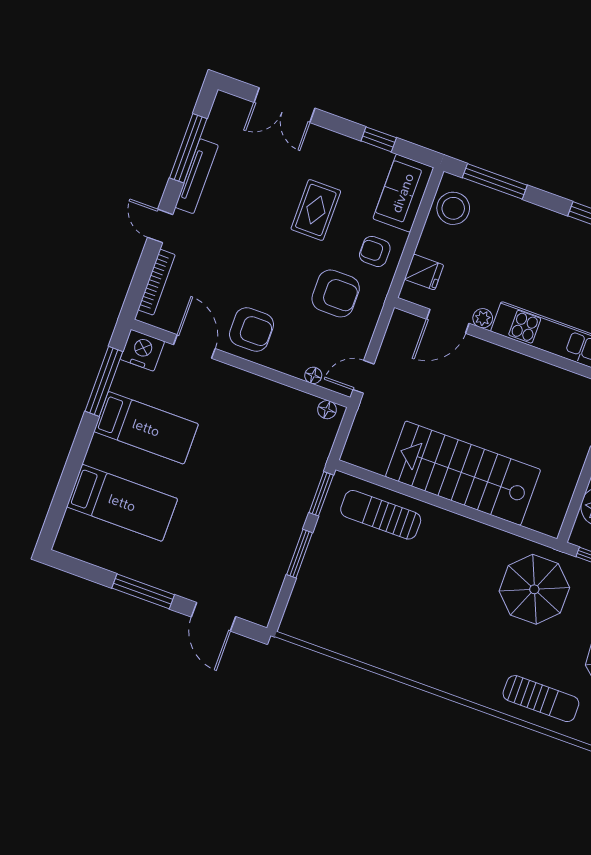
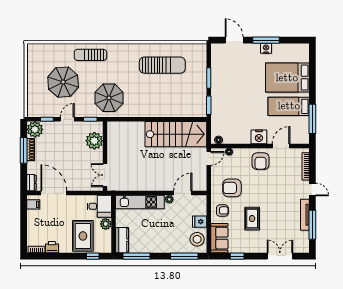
fridge: (424, 272) -> (200, 222), moved
armchair: (252, 329) -> (261, 161), turned -90
door: (194, 347) -> (281, 146), swing flipped
nightstand: (142, 350) -> (259, 137), moved
stairs: (463, 473) -> (176, 134), moved
bed: (122, 503) -> (287, 78), width x1.50
sun lounger: (381, 515) -> (162, 65), moved, width x1.36, depth x1.34
nightstand: (150, 573) -> (266, 48), added

